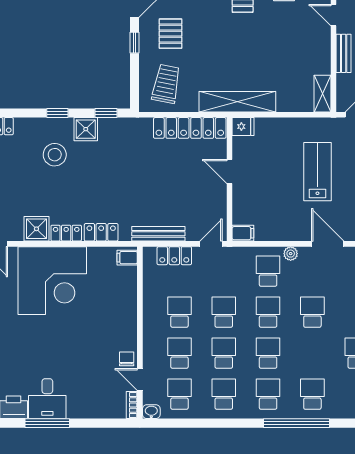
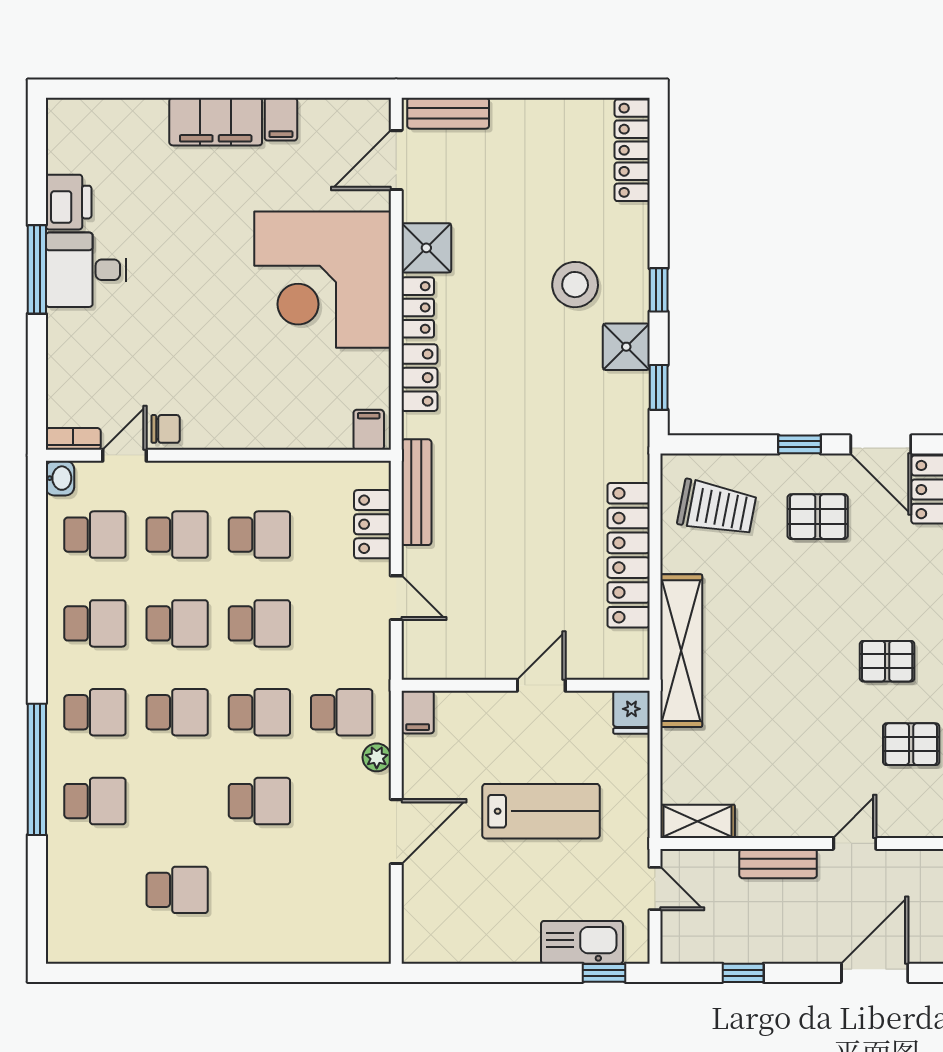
fridge: (243, 127) -> (631, 712), moved
door: (230, 171) -> (541, 685), moved
wall: (230, 179) -> (526, 685), moved
filing cabinet: (243, 233) -> (418, 712), moved

